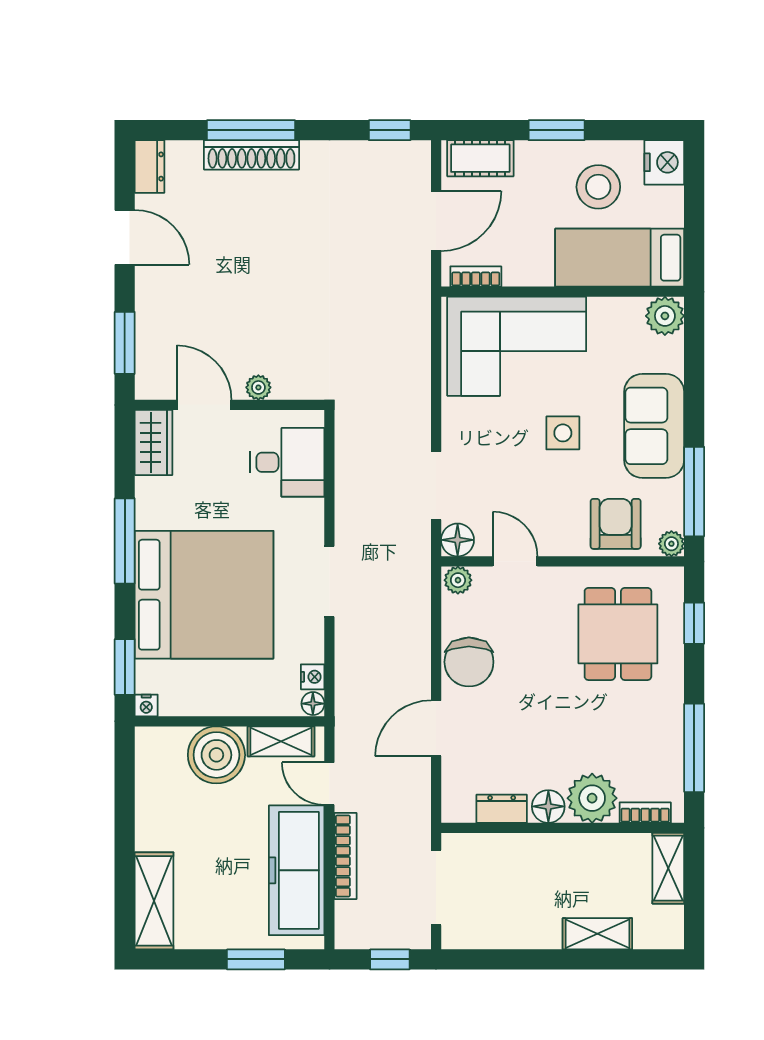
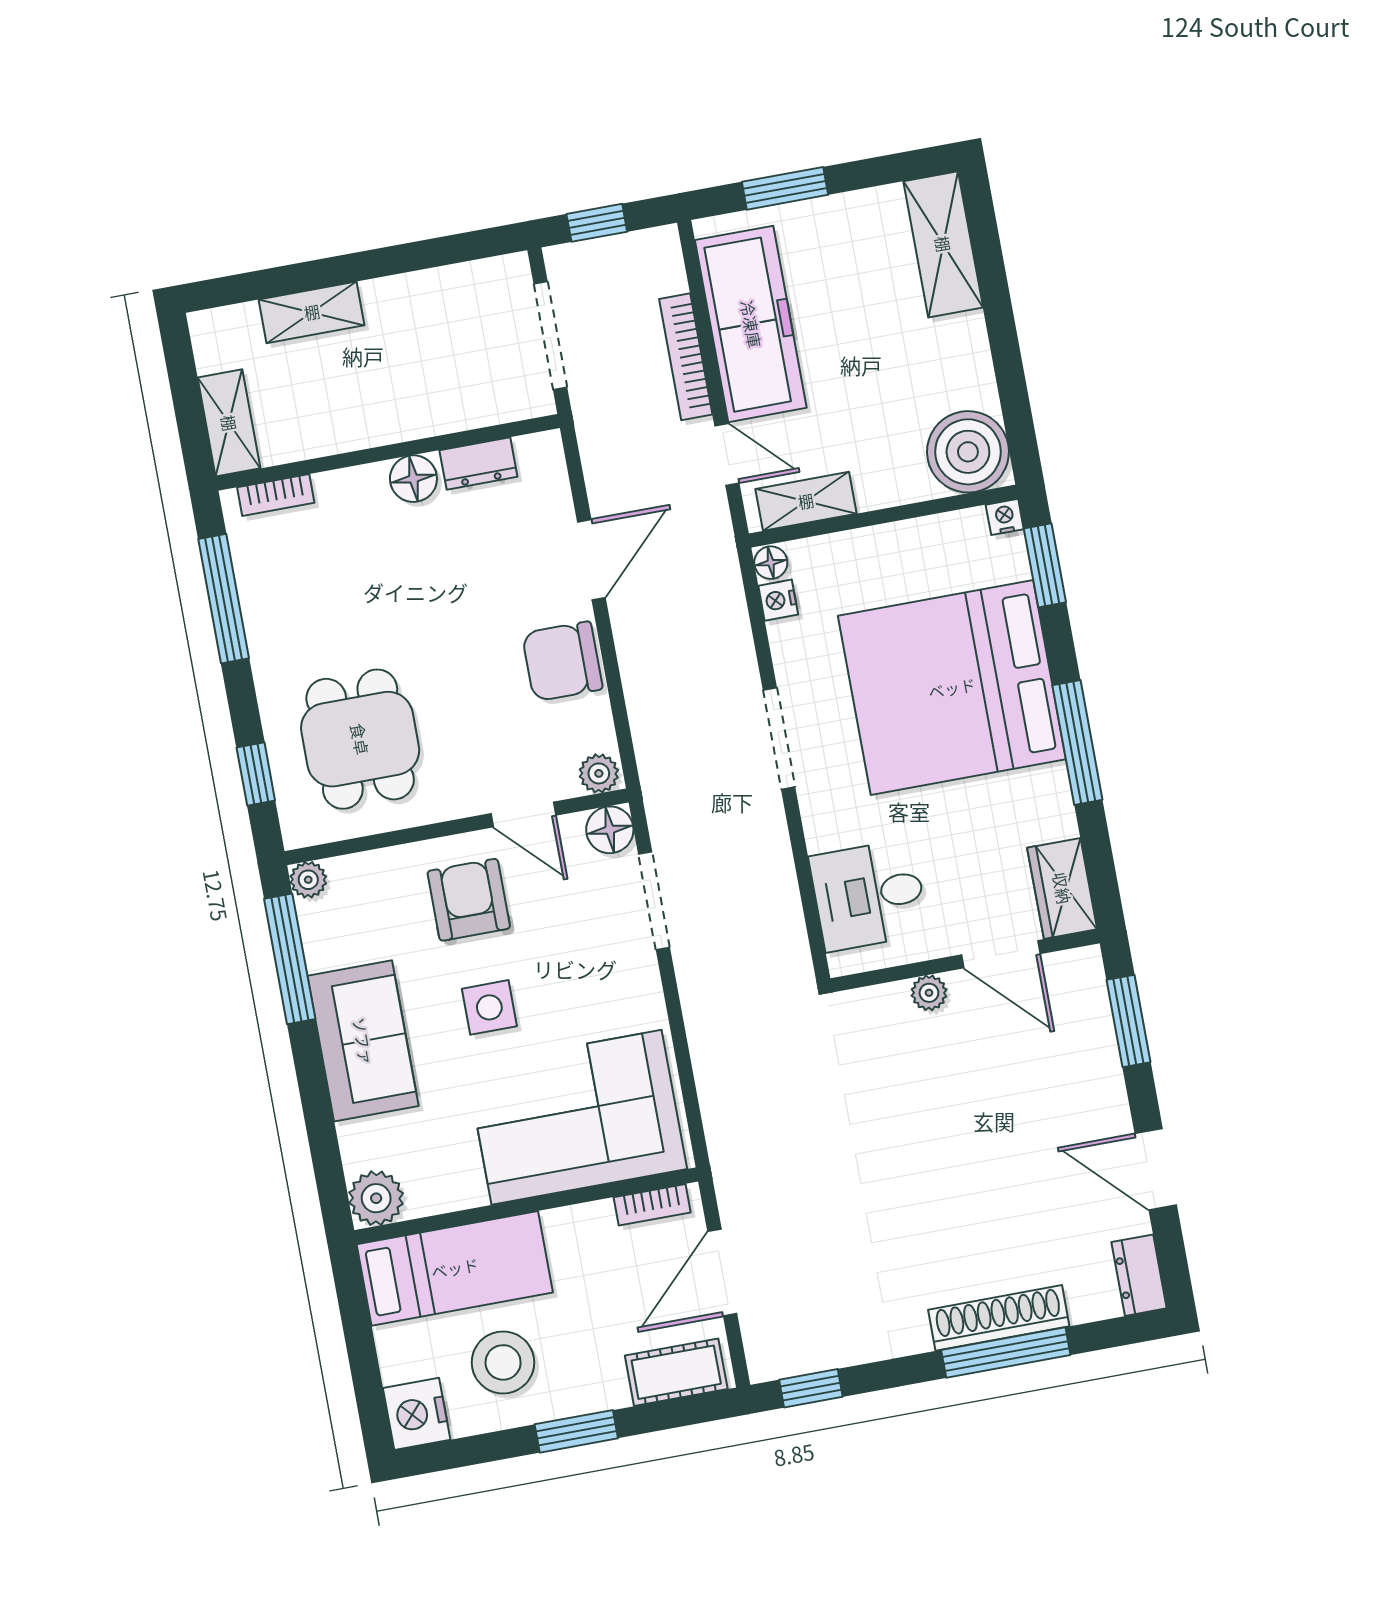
armchair: (616, 524) -> (469, 900), moved, turned 180
chair: (469, 662) -> (562, 661), turned -90
boiler: (216, 755) -> (968, 452), moved
plant: (592, 798) -> (354, 502), removed

